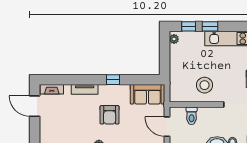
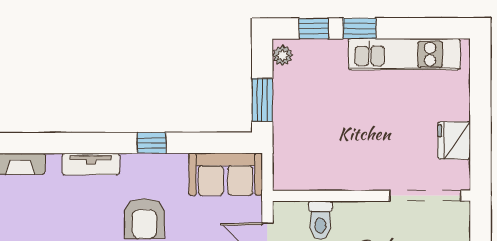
window: (165, 60) -> (262, 100), added
stool: (205, 85) -> (348, 154), removed

